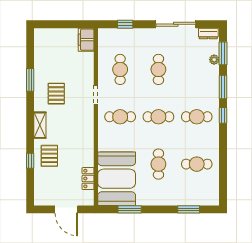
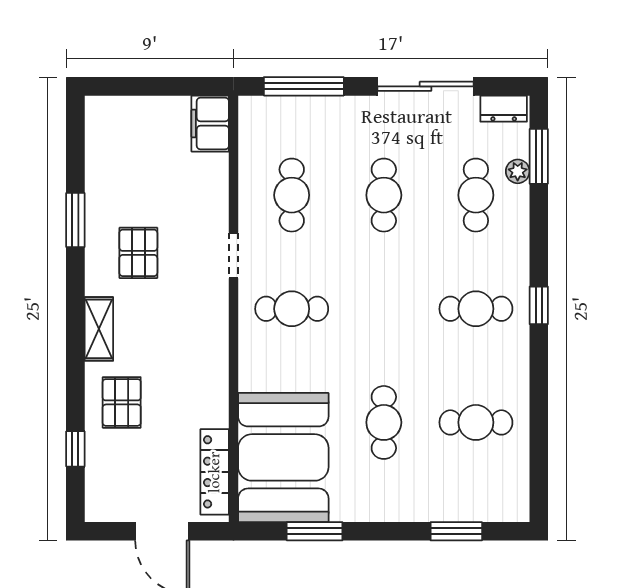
window: (125, 24) -> (304, 86), width x2.17
window: (223, 87) -> (539, 237), removed
cafe table: (158, 117) -> (476, 195), moved, turned 90
window: (30, 161) -> (75, 449), moved
locker: (88, 179) -> (215, 472), width x1.53

